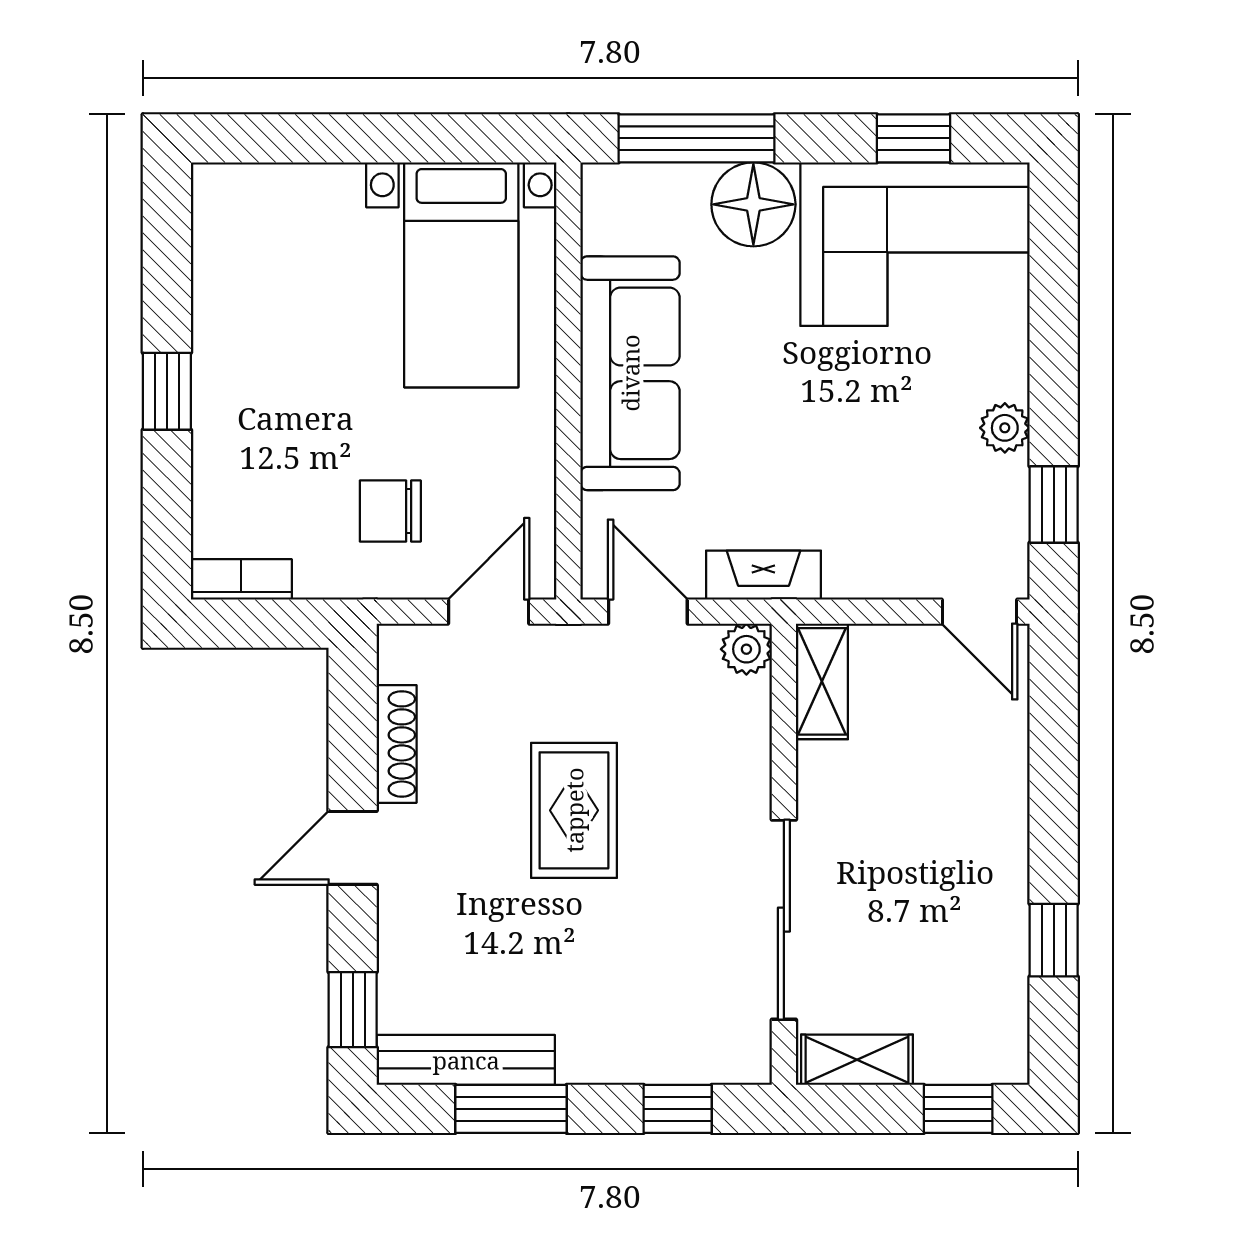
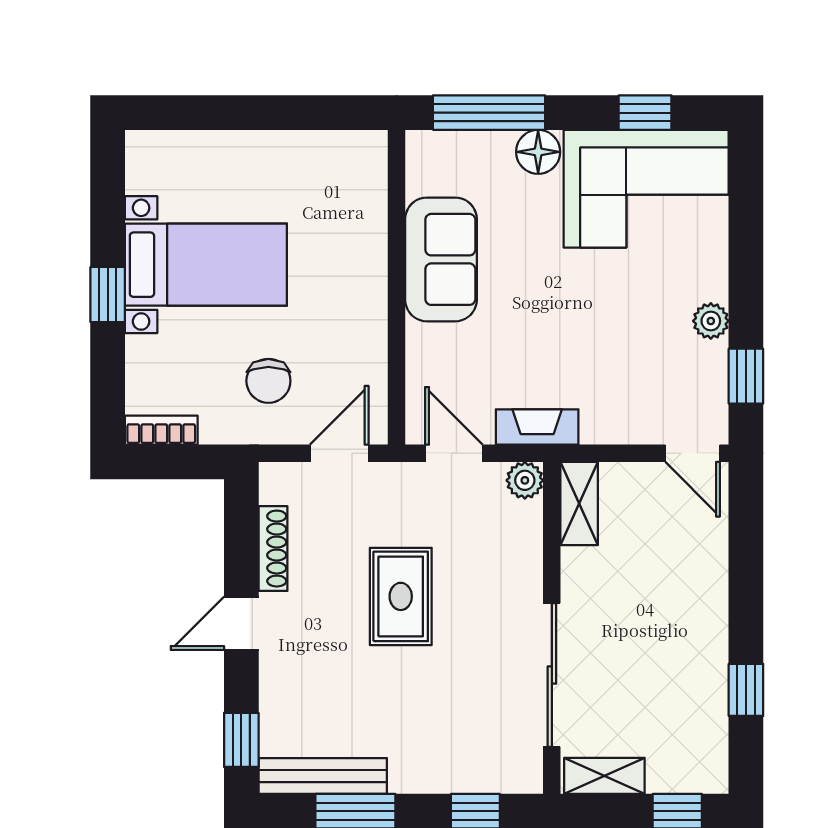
floor lamp: (753, 204) -> (538, 152), width x0.73, depth x0.73
bed with nightstands: (461, 275) -> (206, 265), moved, turned -90
sofa: (630, 373) -> (441, 259), width x0.73
chair: (390, 511) -> (268, 381), turned -90

